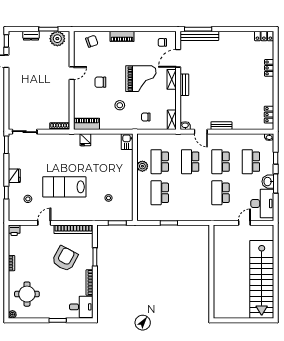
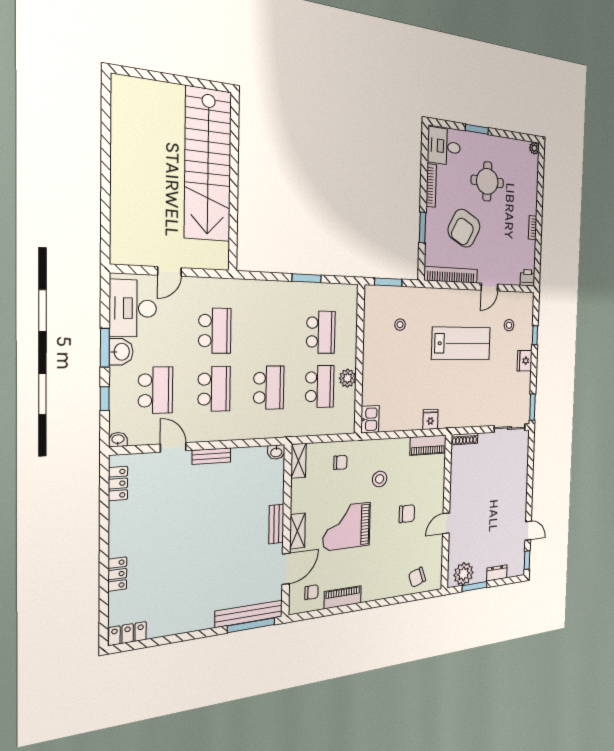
piano: (122, 36) -> (343, 597), moved
door: (201, 132) -> (173, 447), moved
stairs: (262, 279) -> (208, 165), moved, turned 180
round table: (27, 294) -> (487, 181), moved

